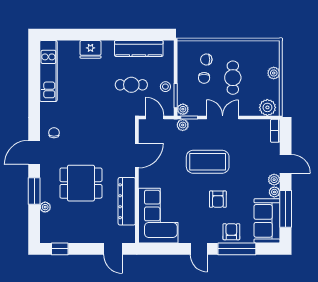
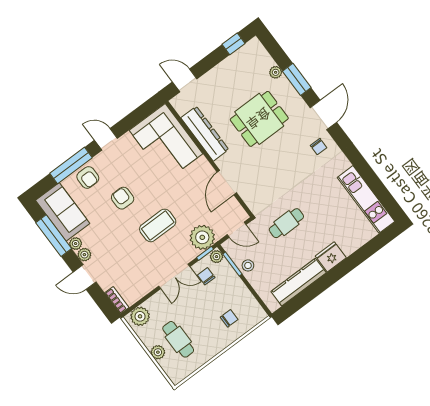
fridge: (90, 49) -> (331, 257), moved
chair: (204, 78) -> (206, 276), moved
cafe table: (233, 78) -> (178, 339), moved
cafe table: (131, 85) -> (286, 223), moved
plant: (183, 125) -> (202, 237), width x1.88, depth x1.88
coffee table: (208, 162) -> (158, 225), width x0.73, depth x0.76

